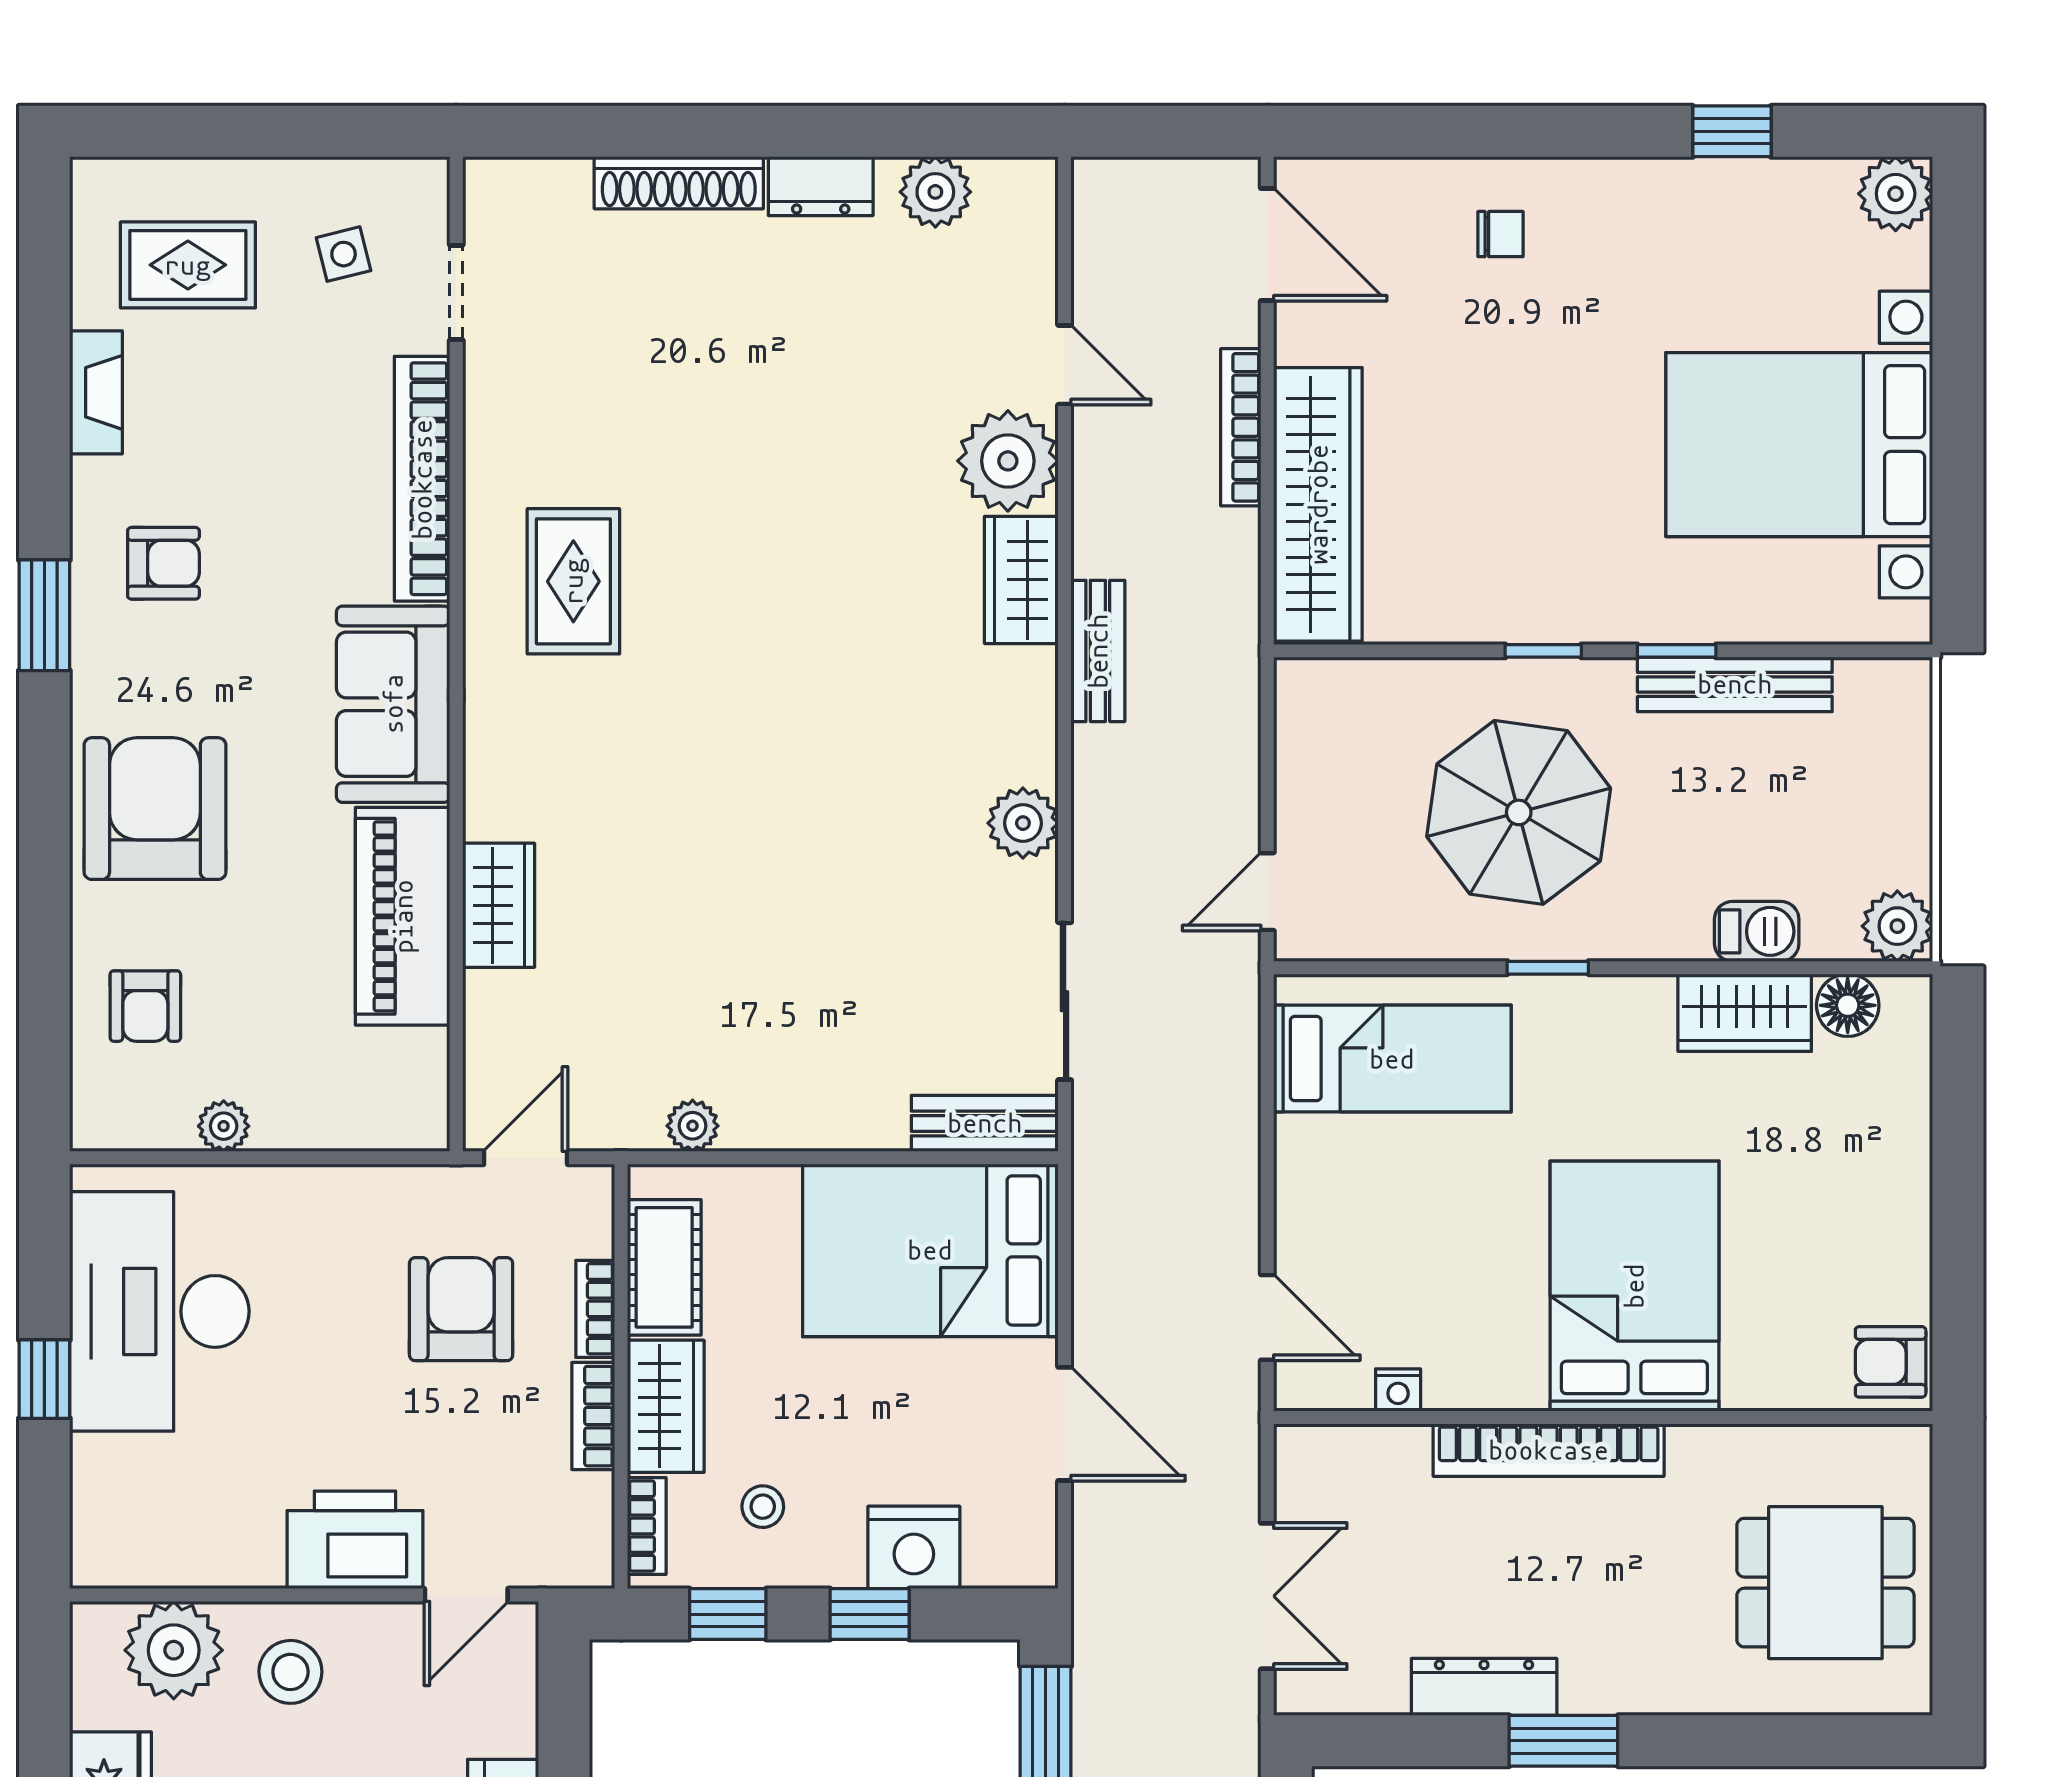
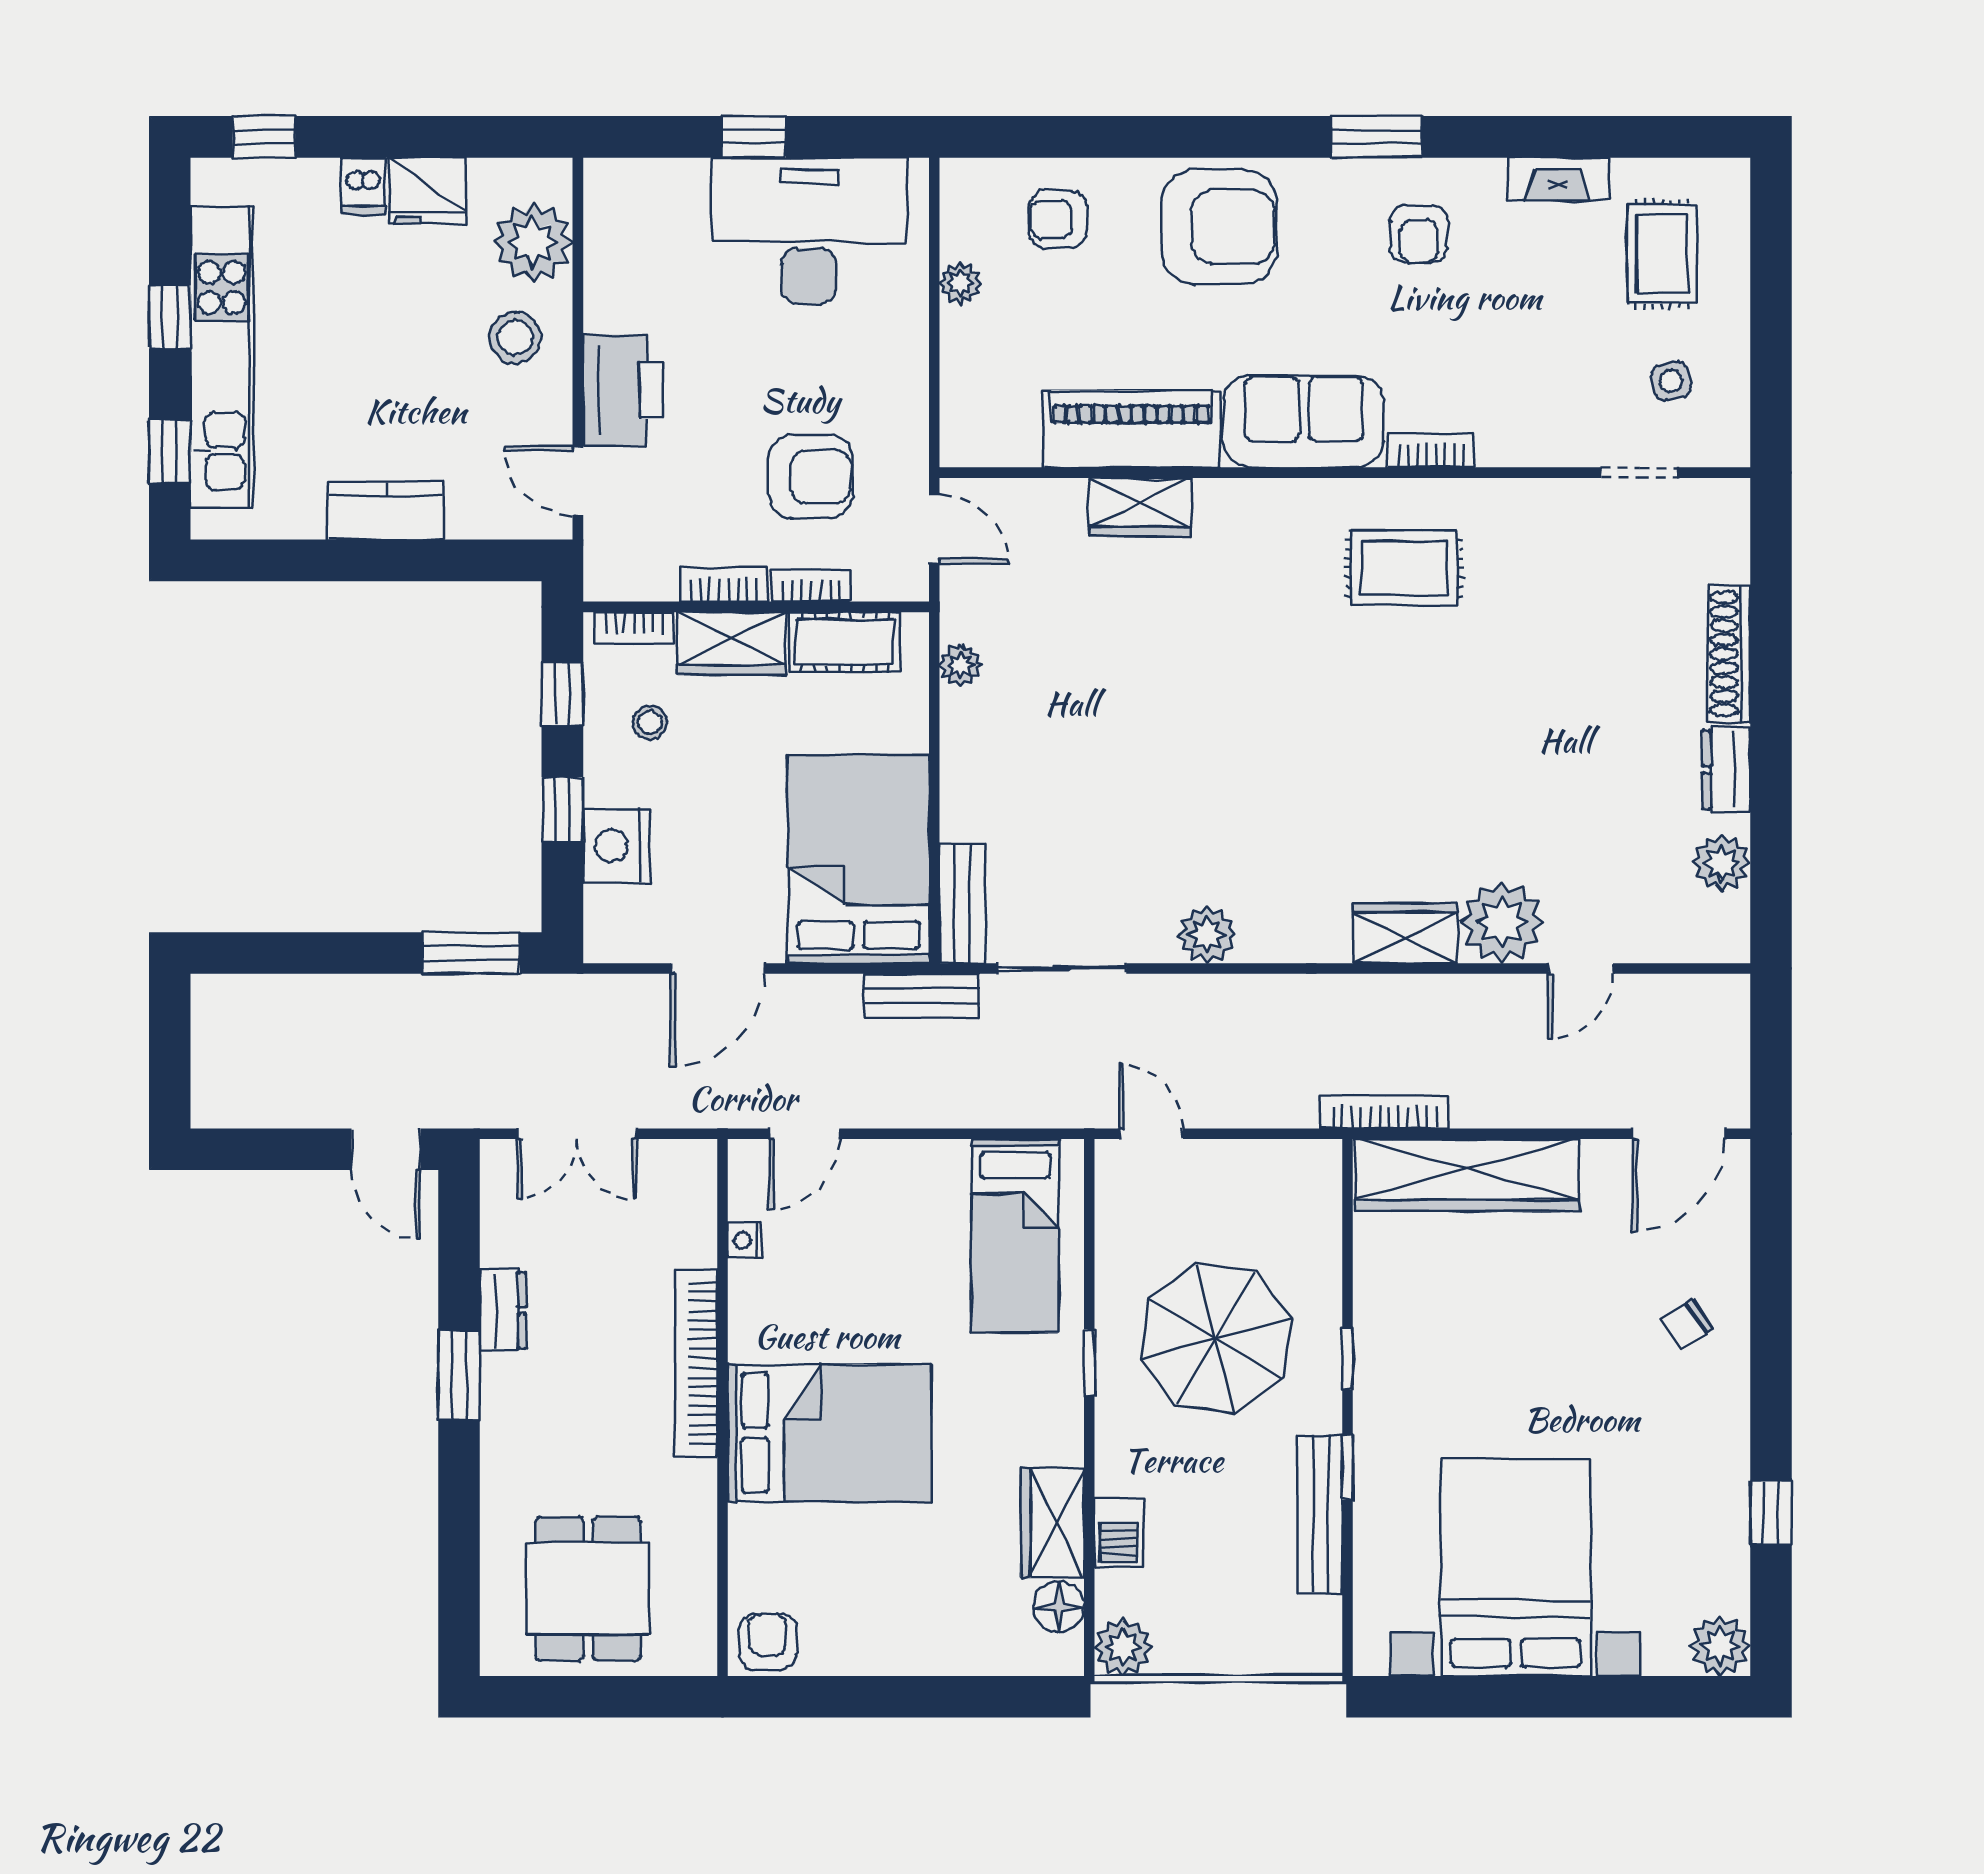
chair: (1500, 234) -> (1687, 1324), turned 56
bookcase: (1241, 427) -> (1385, 1112), moved
bookcase: (422, 479) -> (1431, 450), width x0.43, depth x0.76
bench: (1098, 651) -> (922, 996), moved
dresser: (1484, 1687) -> (503, 1310), width x0.70

